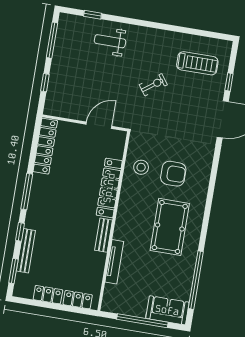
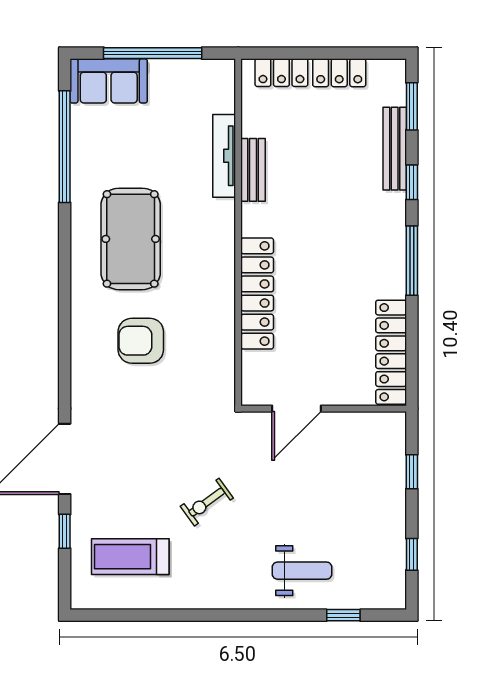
window: (52, 40) -> (412, 554), width x0.46
stool: (141, 167) -> (204, 343), removed
bench: (104, 235) -> (253, 170), moved

